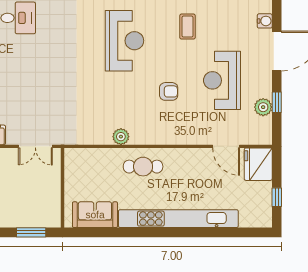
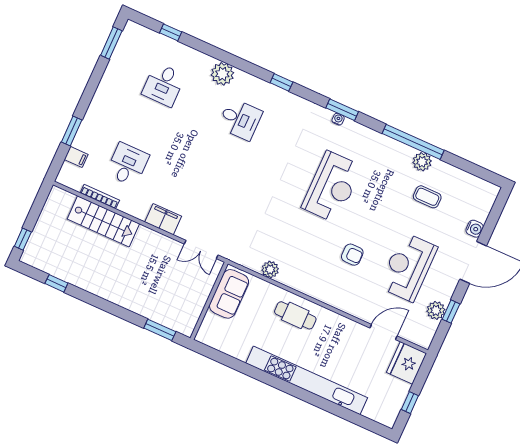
coffee table: (187, 27) -> (427, 197), moved, turned 90
plant: (121, 137) -> (270, 270), moved
door: (226, 146) -> (384, 332), swing flipped
sofa: (95, 215) -> (229, 294), moved, turned 90

